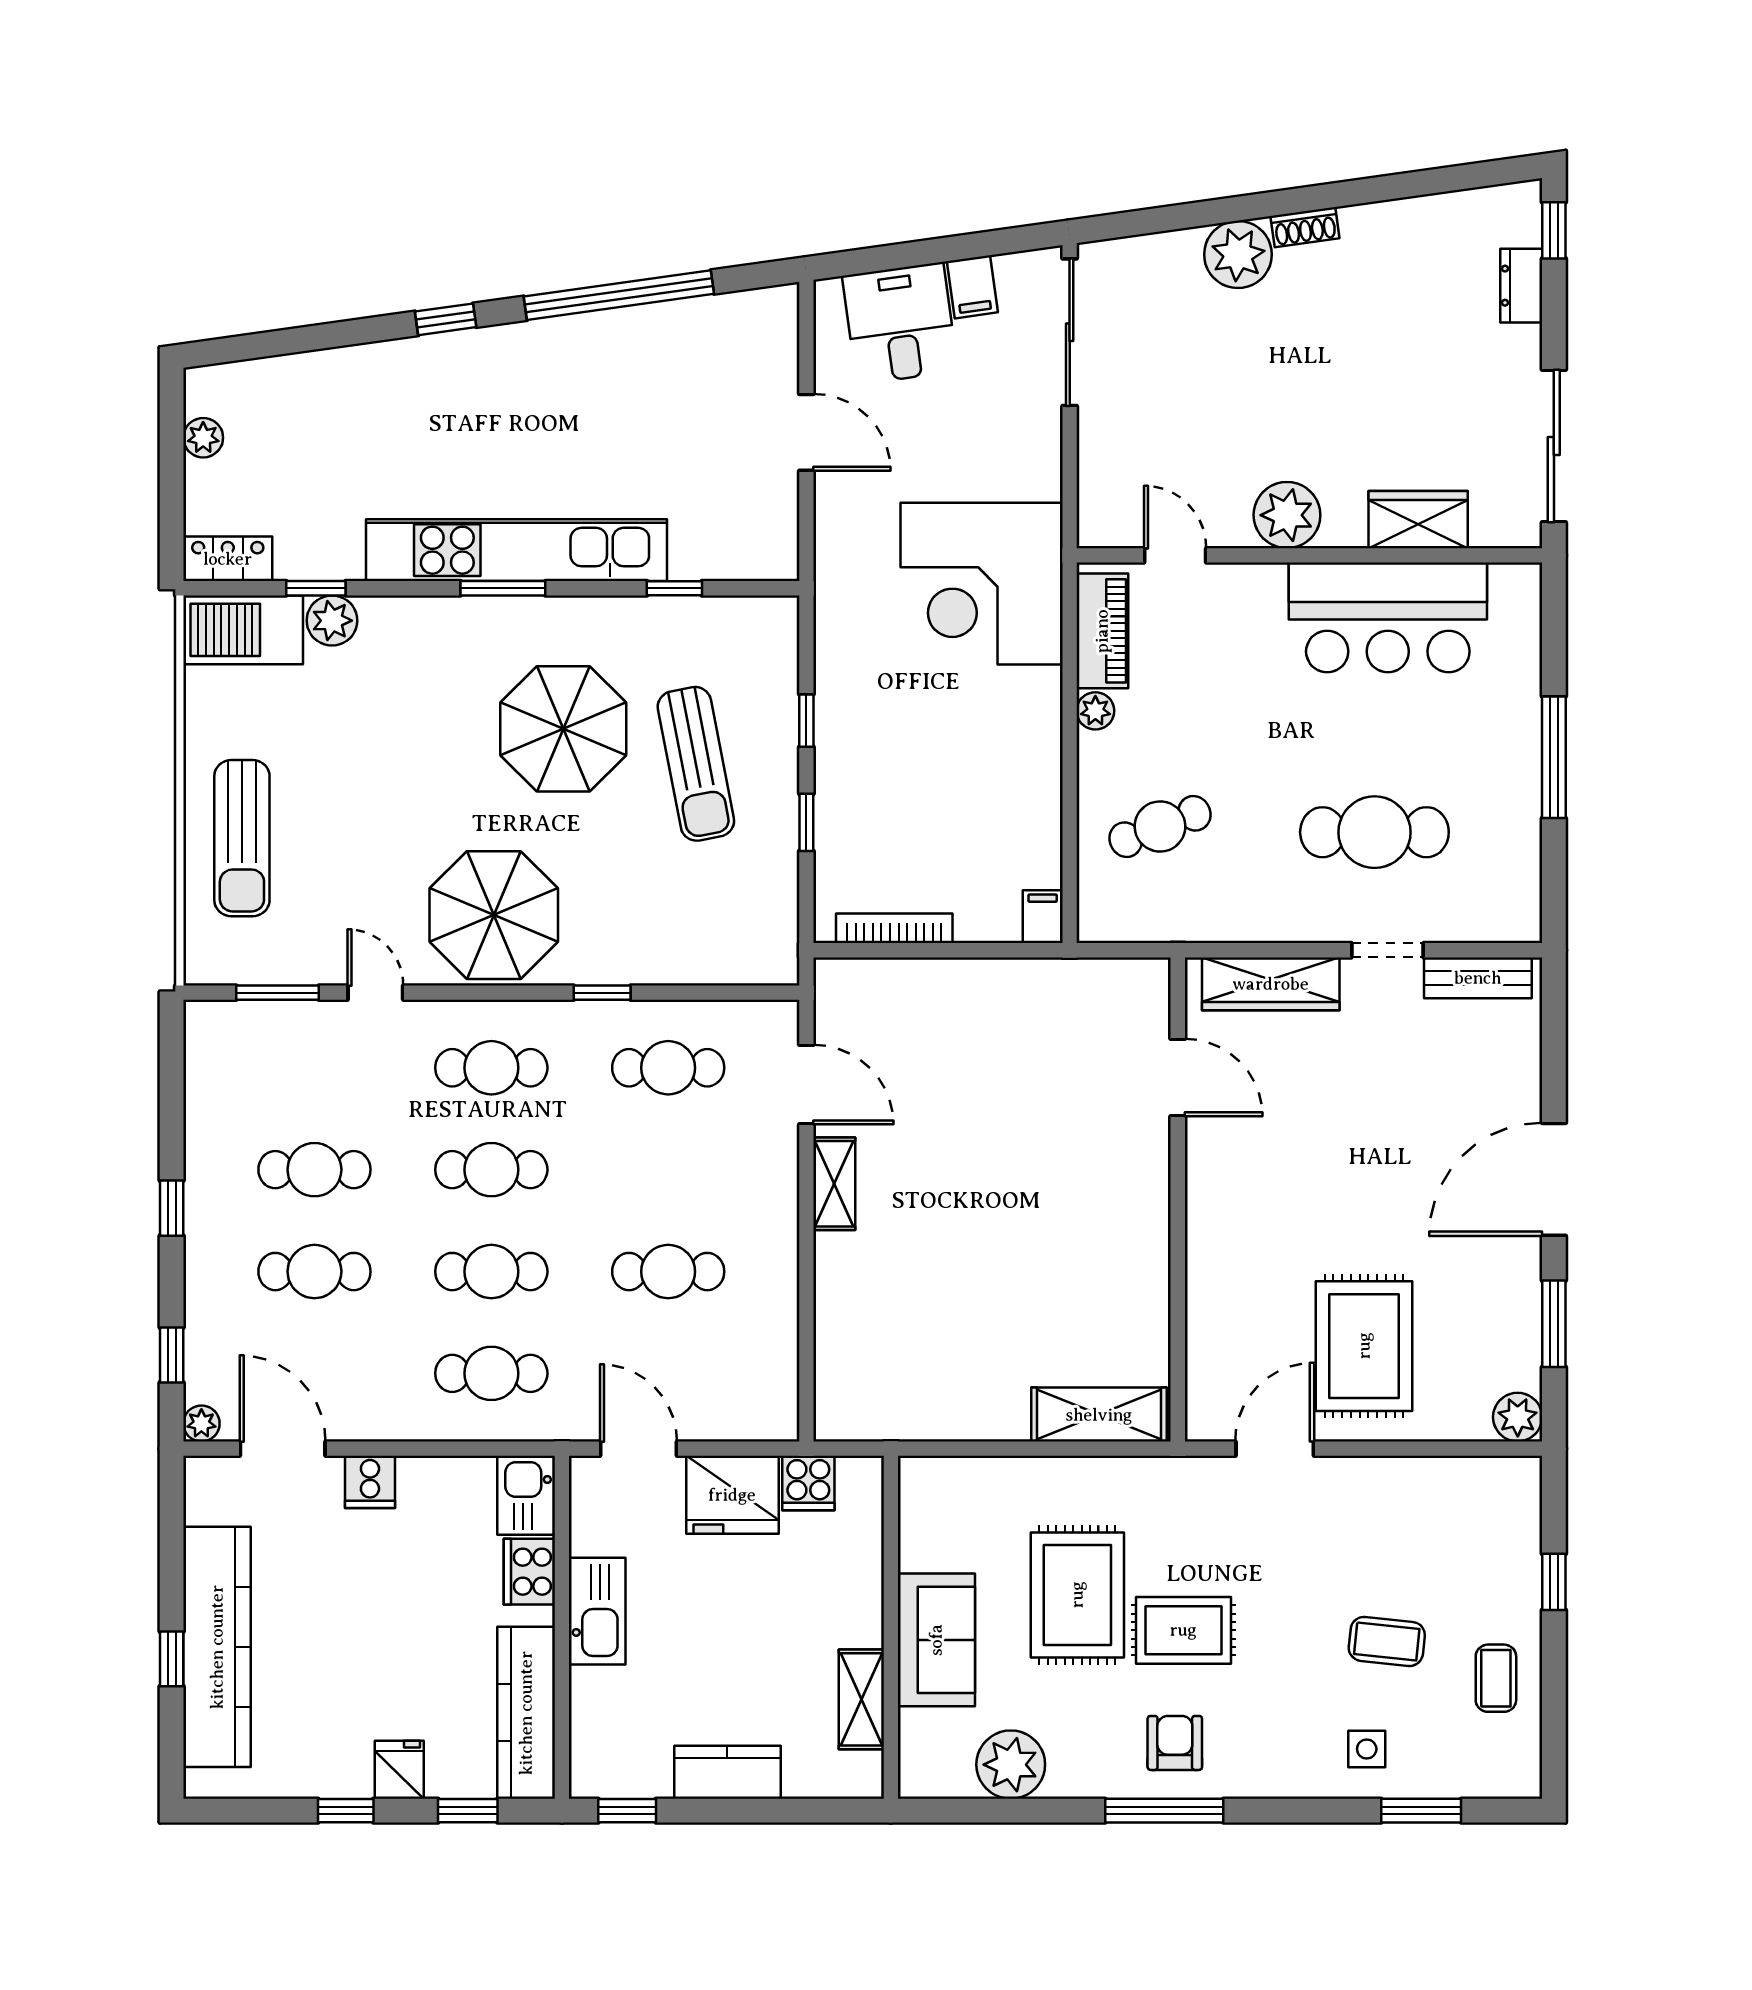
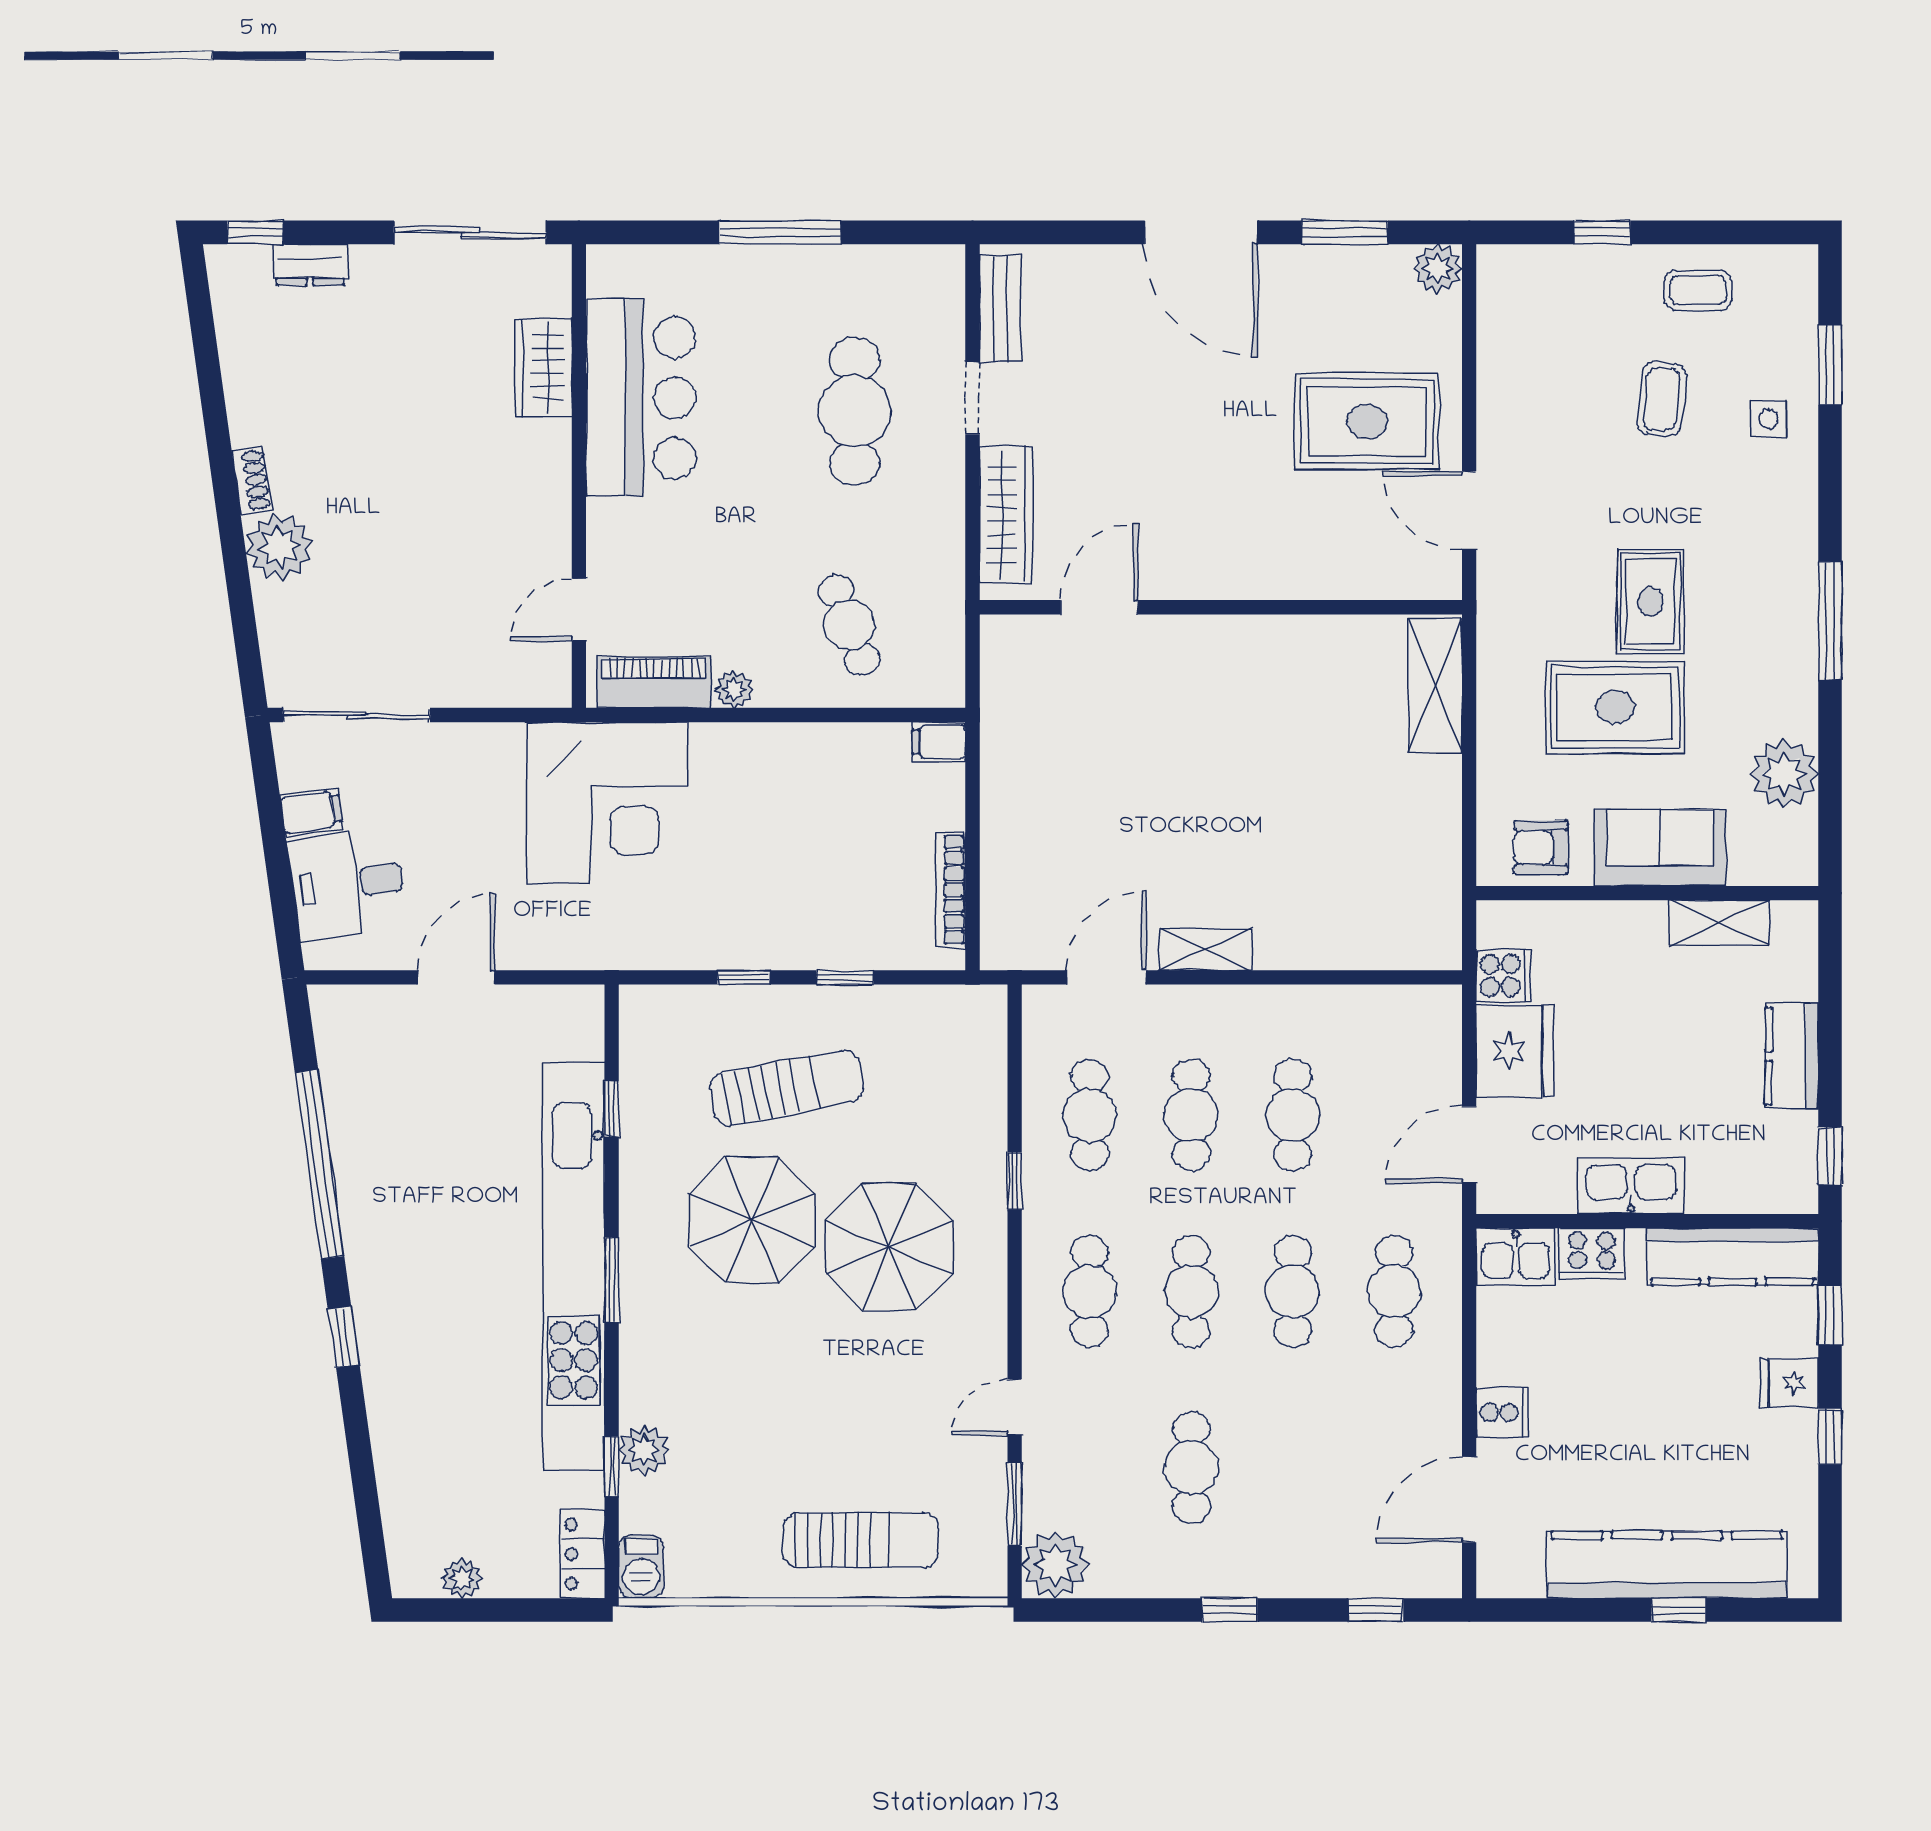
plant: (1287, 515) -> (539, 498), removed
kitchen unit: (517, 550) -> (574, 1266), width x1.36
barbecue: (243, 630) -> (641, 1567), width x0.53, depth x0.65
parasol: (494, 915) -> (889, 1247), moved
cafe table: (314, 1272) -> (1191, 1115), moved
plant: (201, 1423) -> (1055, 1565), moved, width x1.88, depth x1.88
armchair: (1175, 1743) -> (1541, 847), moved

